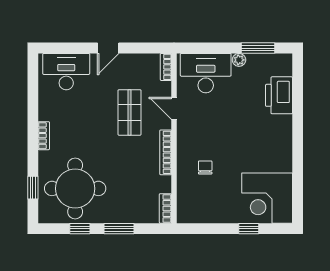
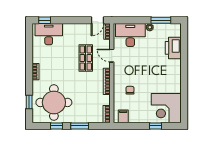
window: (59, 48) -> (45, 20), added
door: (108, 48) -> (97, 20), moved
filing cabinet: (194, 212) -> (123, 116), added

